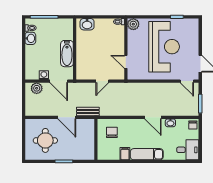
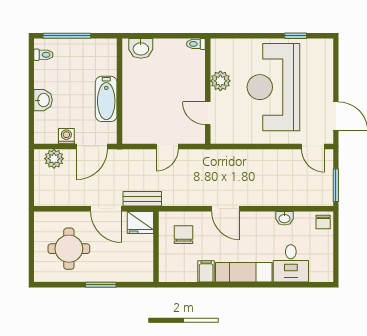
plant: (133, 24) -> (220, 81), moved
washbasin: (30, 38) -> (43, 100), moved
reception desk: (164, 47) -> (273, 87), turned 180
door: (59, 81) -> (92, 146), hinge flipped
door: (153, 117) -> (226, 209), moved
fridge: (87, 125) -> (140, 222), added
desk: (188, 150) -> (291, 263), moved, turned 90

